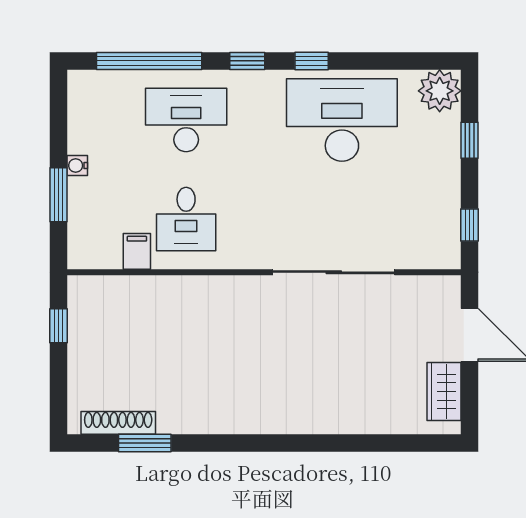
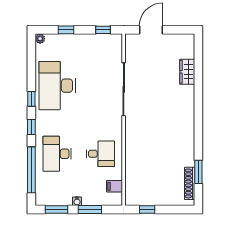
plant: (440, 91) -> (40, 39), width x0.53, depth x0.53
window: (59, 119) -> (57, 210), added
filing cabinet: (137, 251) -> (115, 186), moved
wardrobe: (444, 392) -> (187, 72), moved, turned 90

